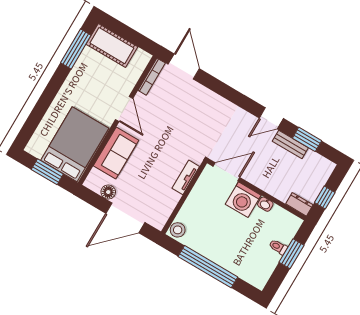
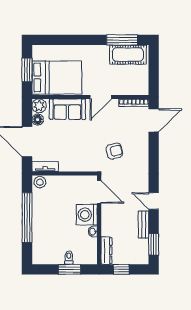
cot: (112, 46) -> (128, 55), moved, turned 90
armchair: (192, 129) -> (114, 151), added
window: (307, 139) -> (154, 244), moved
tv unit: (186, 177) -> (45, 167), moved
plant: (94, 182) -> (39, 106), added
dresser: (299, 204) -> (106, 251), width x1.44

